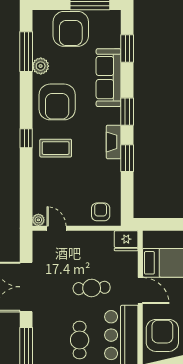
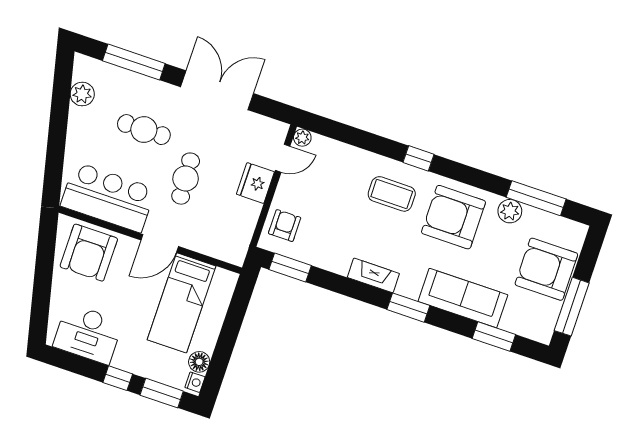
coffee table: (56, 148) -> (392, 194), turned 90
window: (127, 158) -> (290, 268), moved
armchair: (101, 212) -> (285, 226), turned -90
fridge: (126, 241) -> (255, 183), moved
armchair: (162, 335) -> (89, 253), turned 90
cafe table: (80, 340) -> (144, 130), moved

